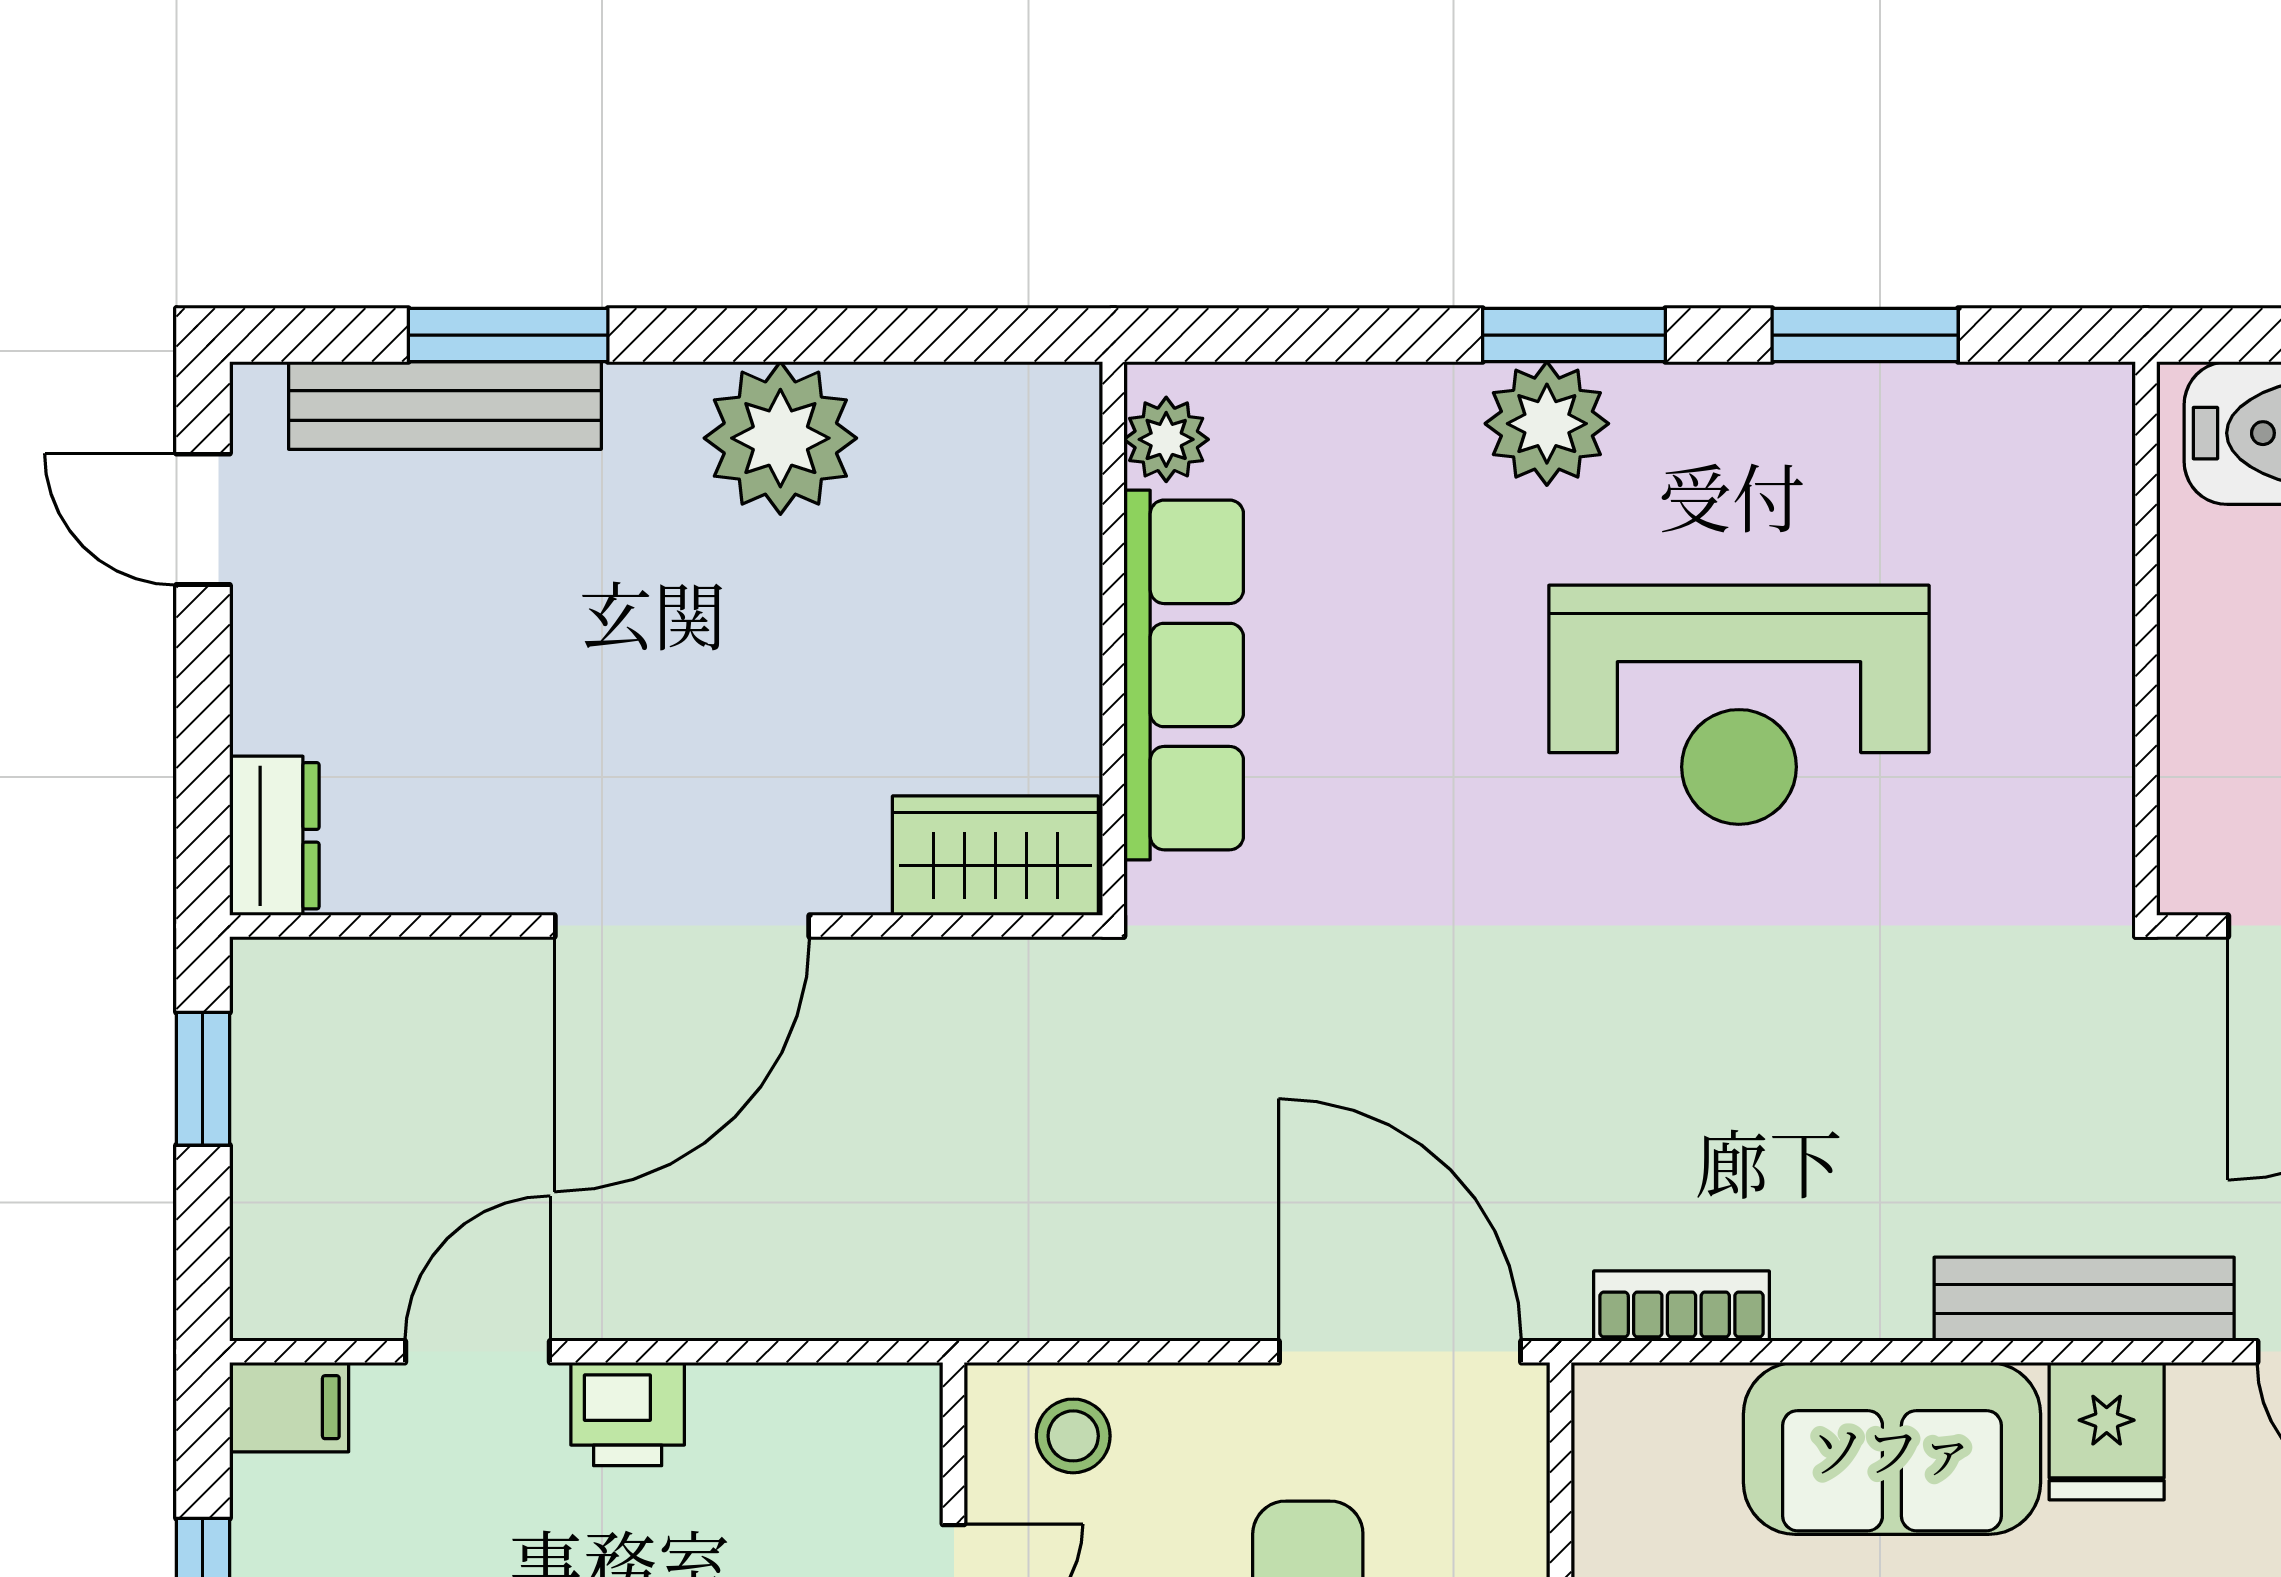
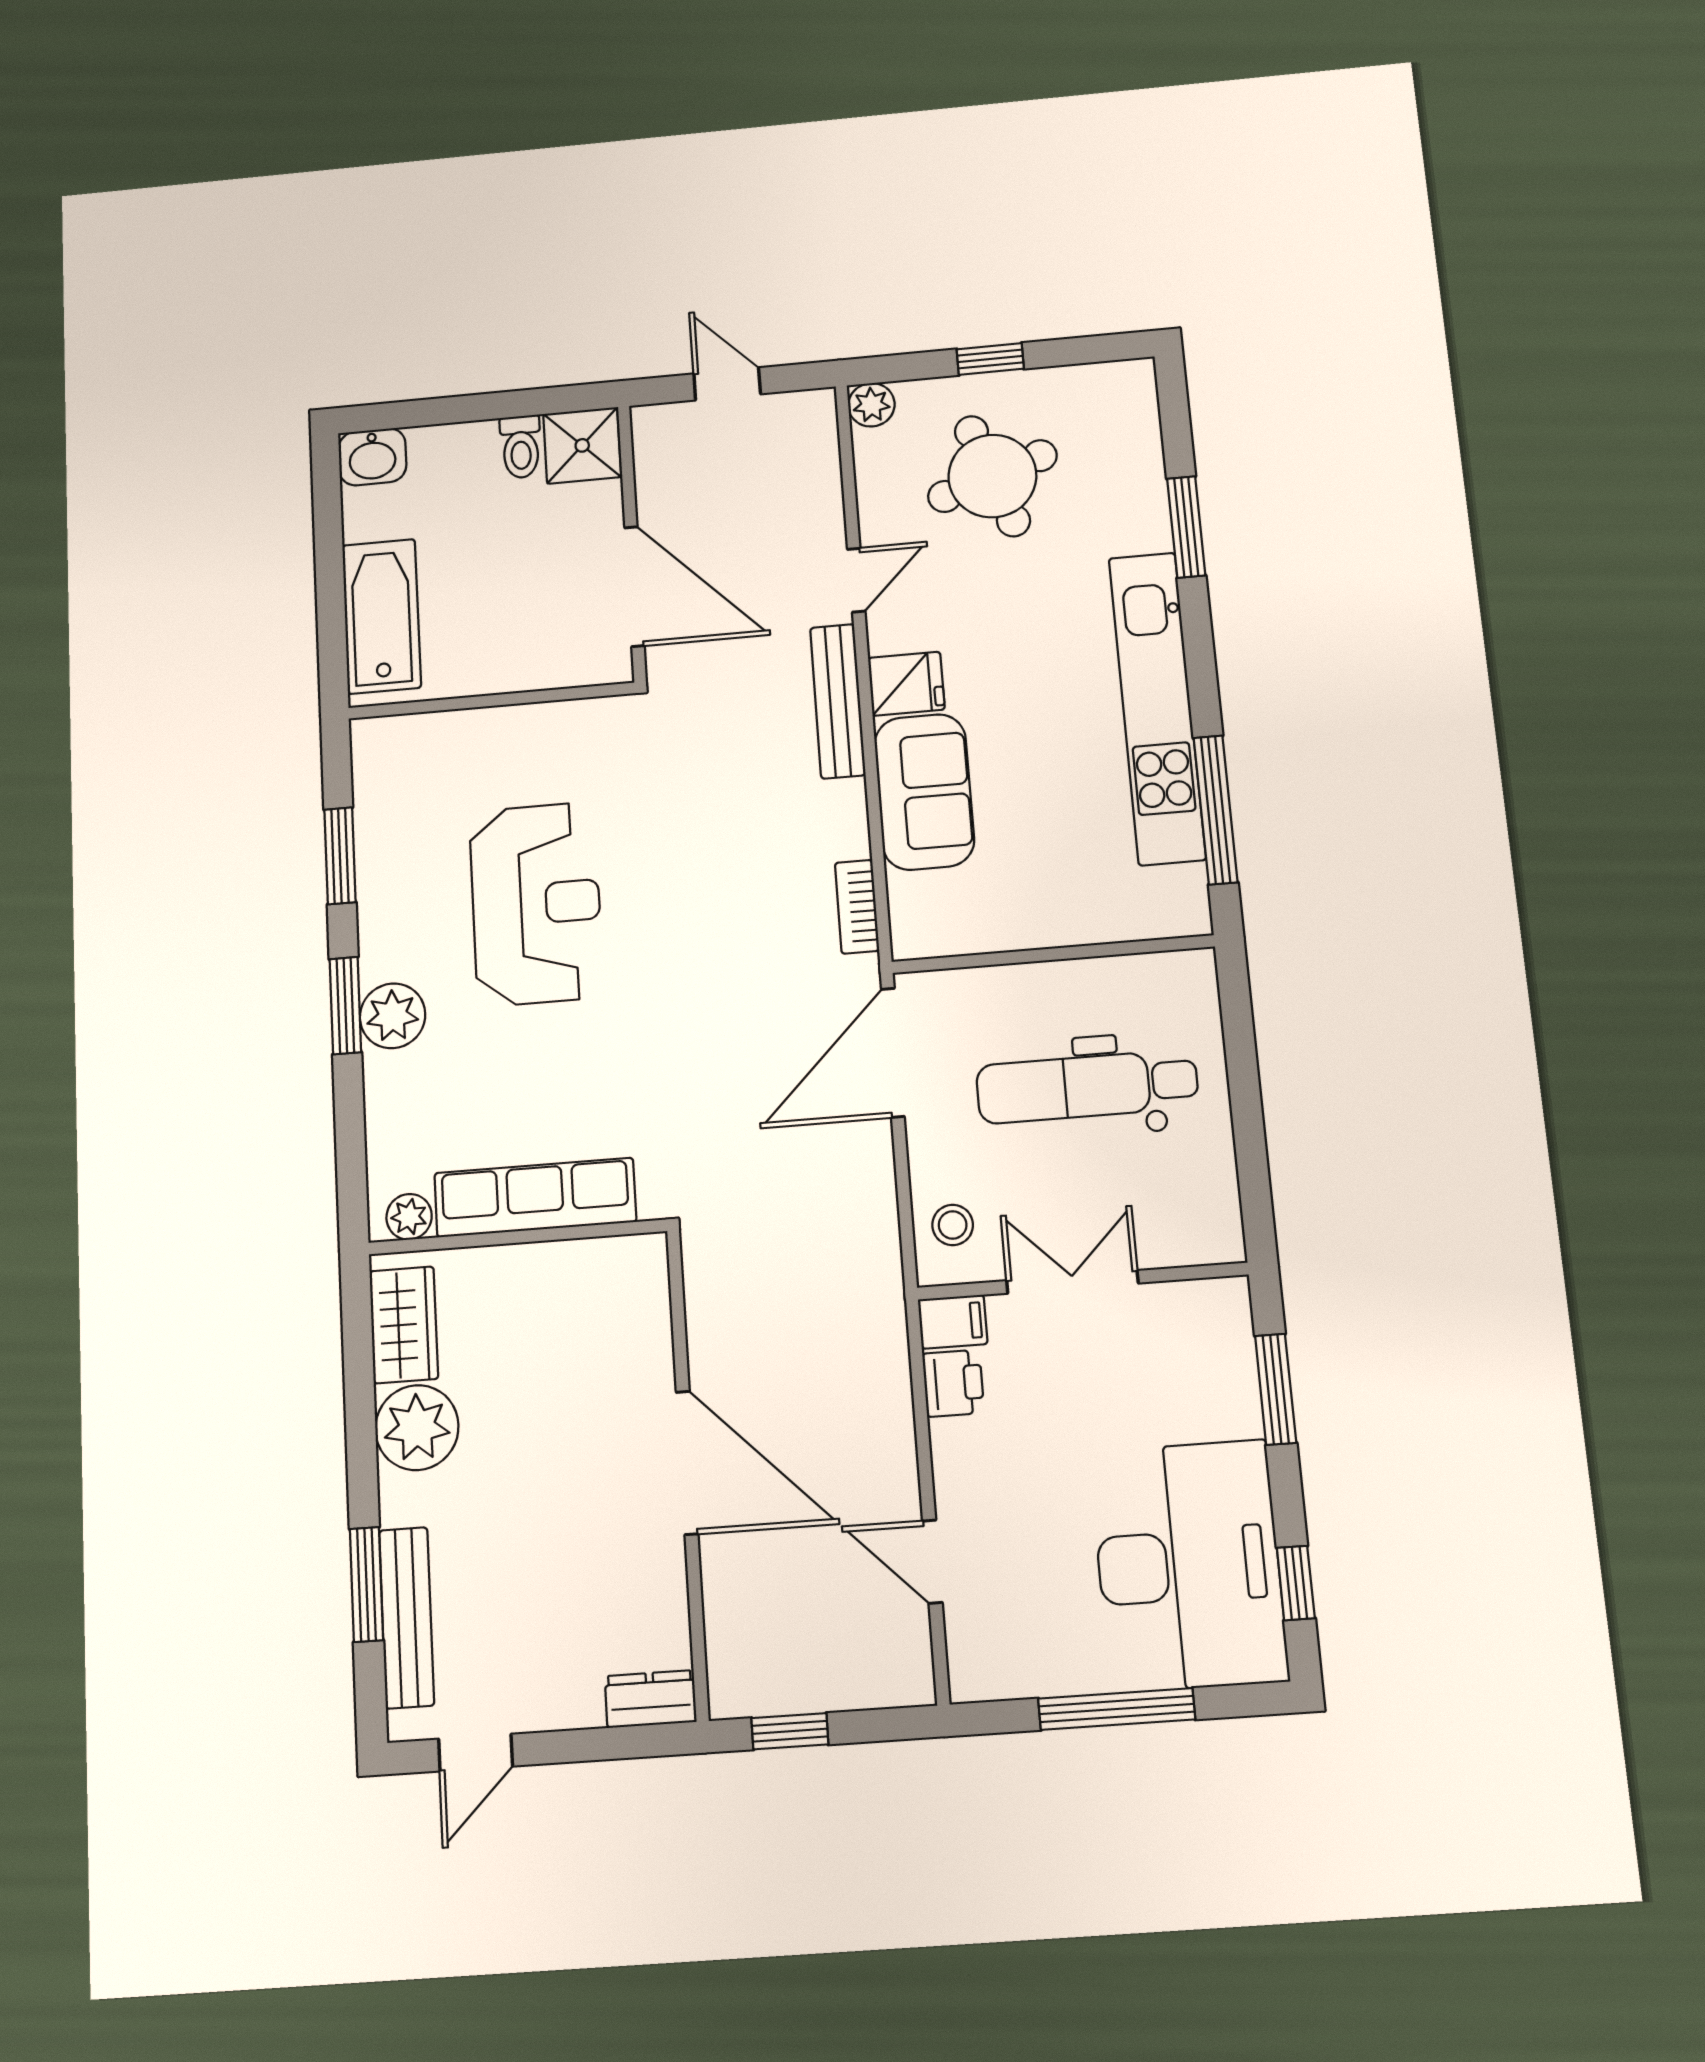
wardrobe: (995, 856) -> (404, 1325), moved, turned 180
filing cabinet: (289, 1407) -> (953, 1322), moved, turned 90
printer: (628, 1414) -> (953, 1383), moved

